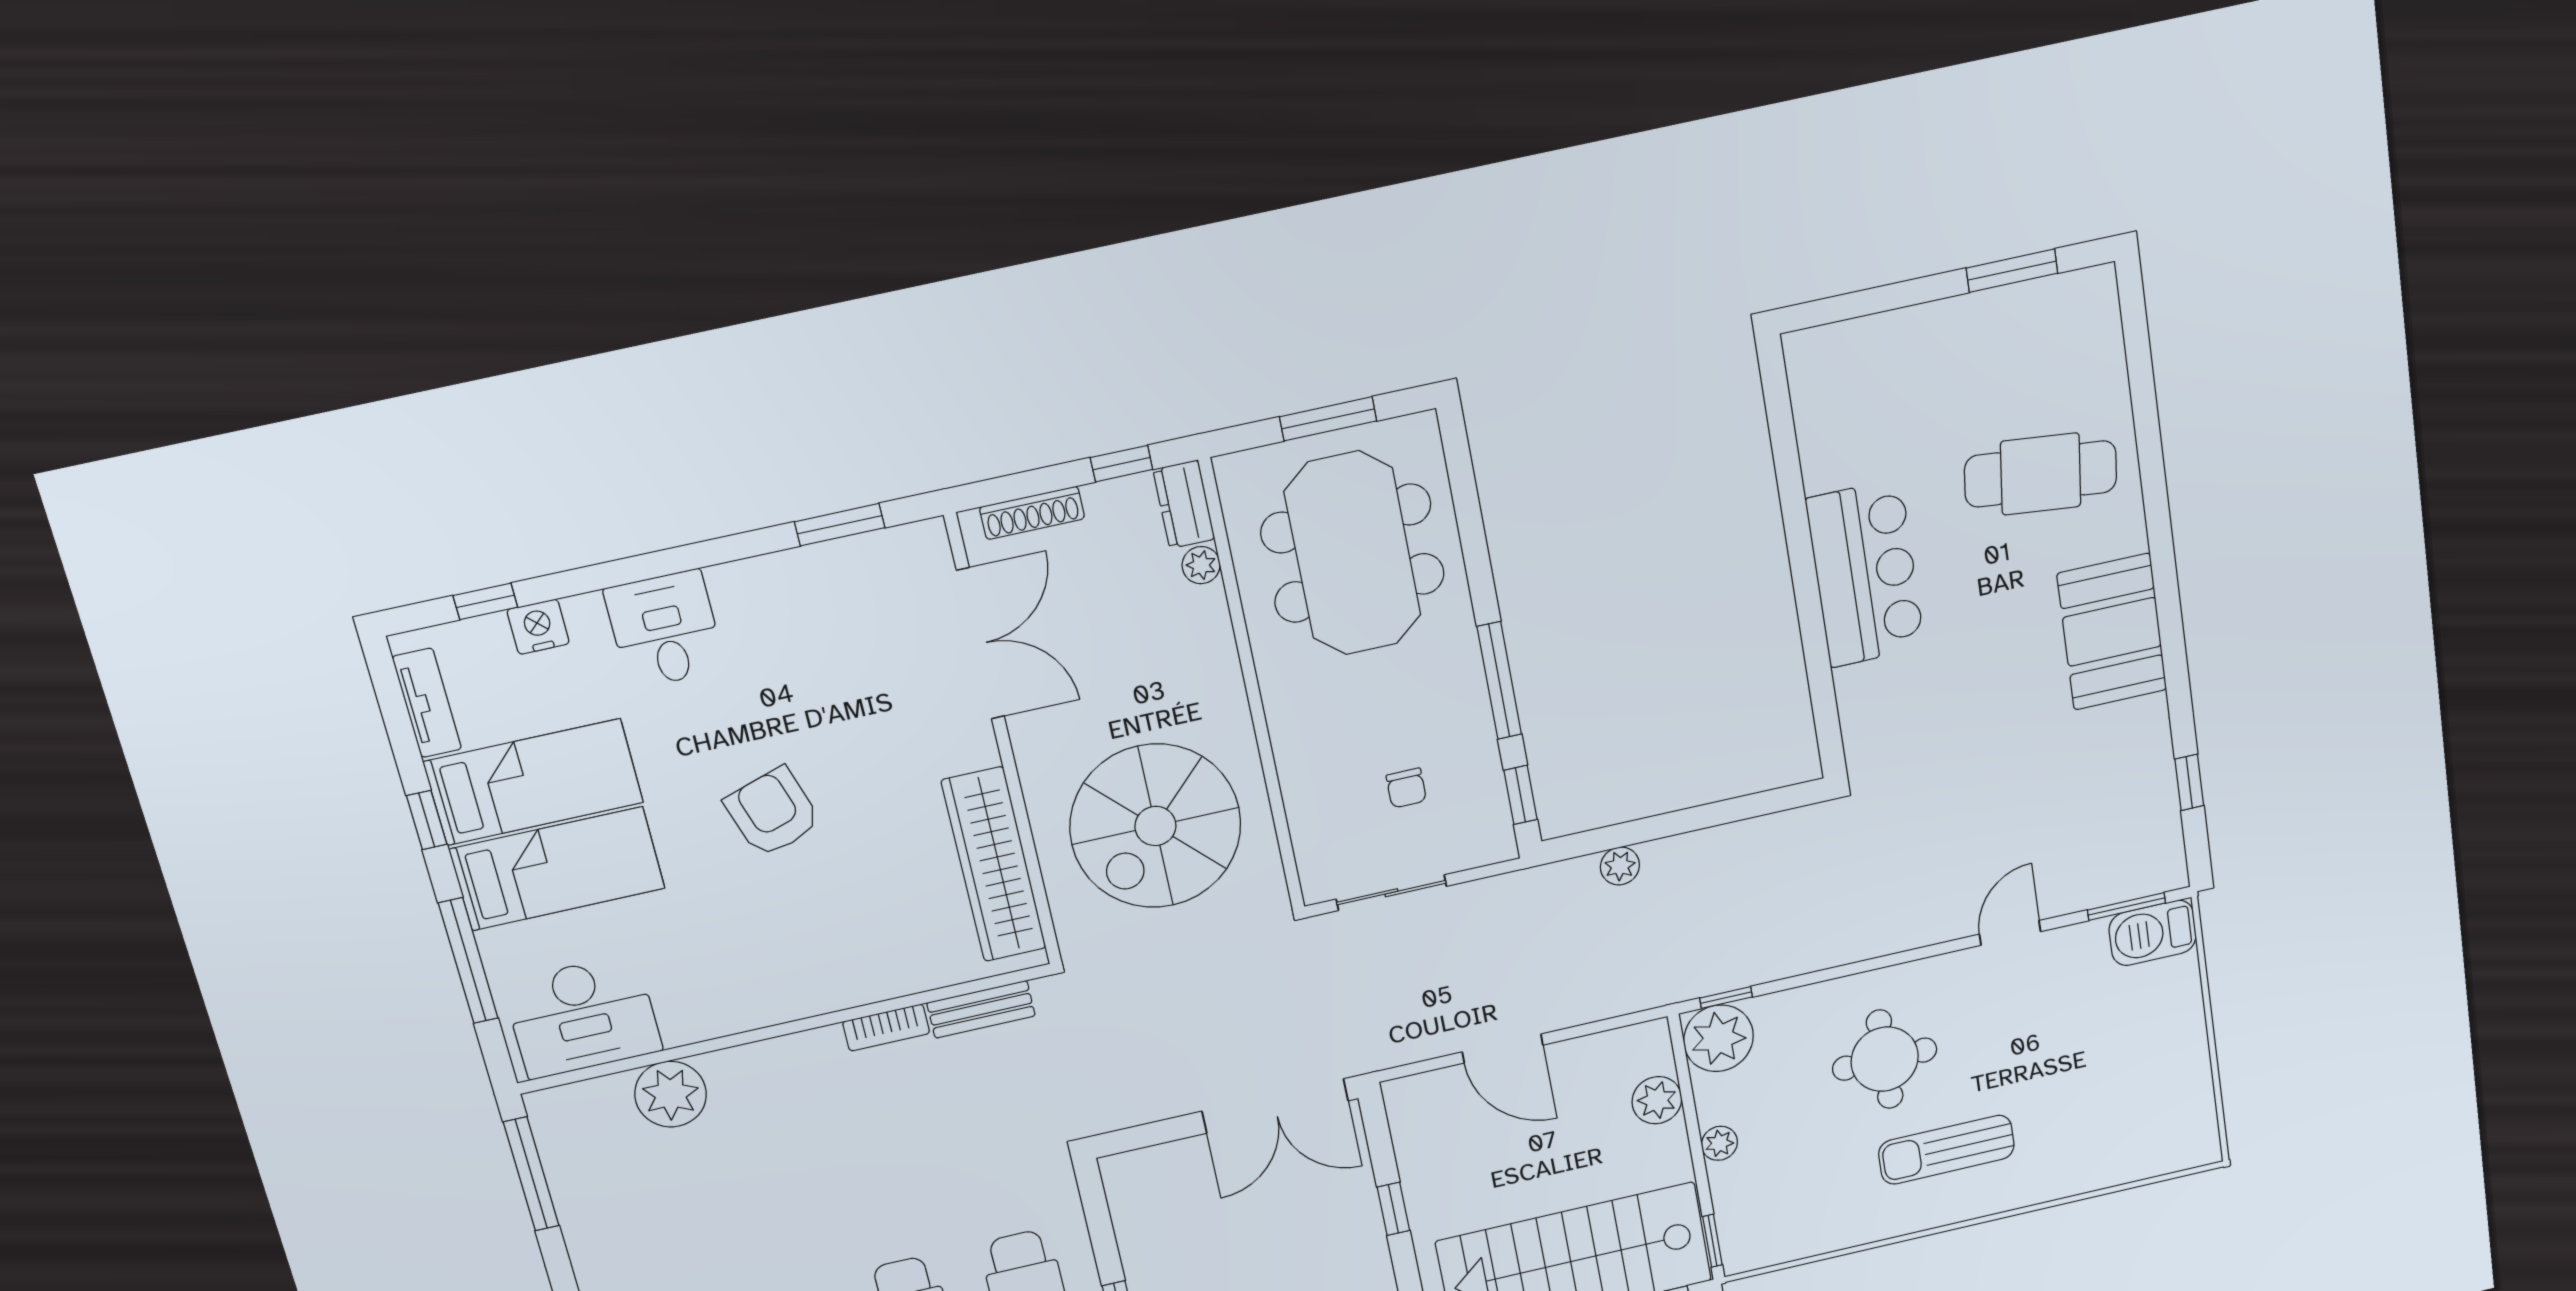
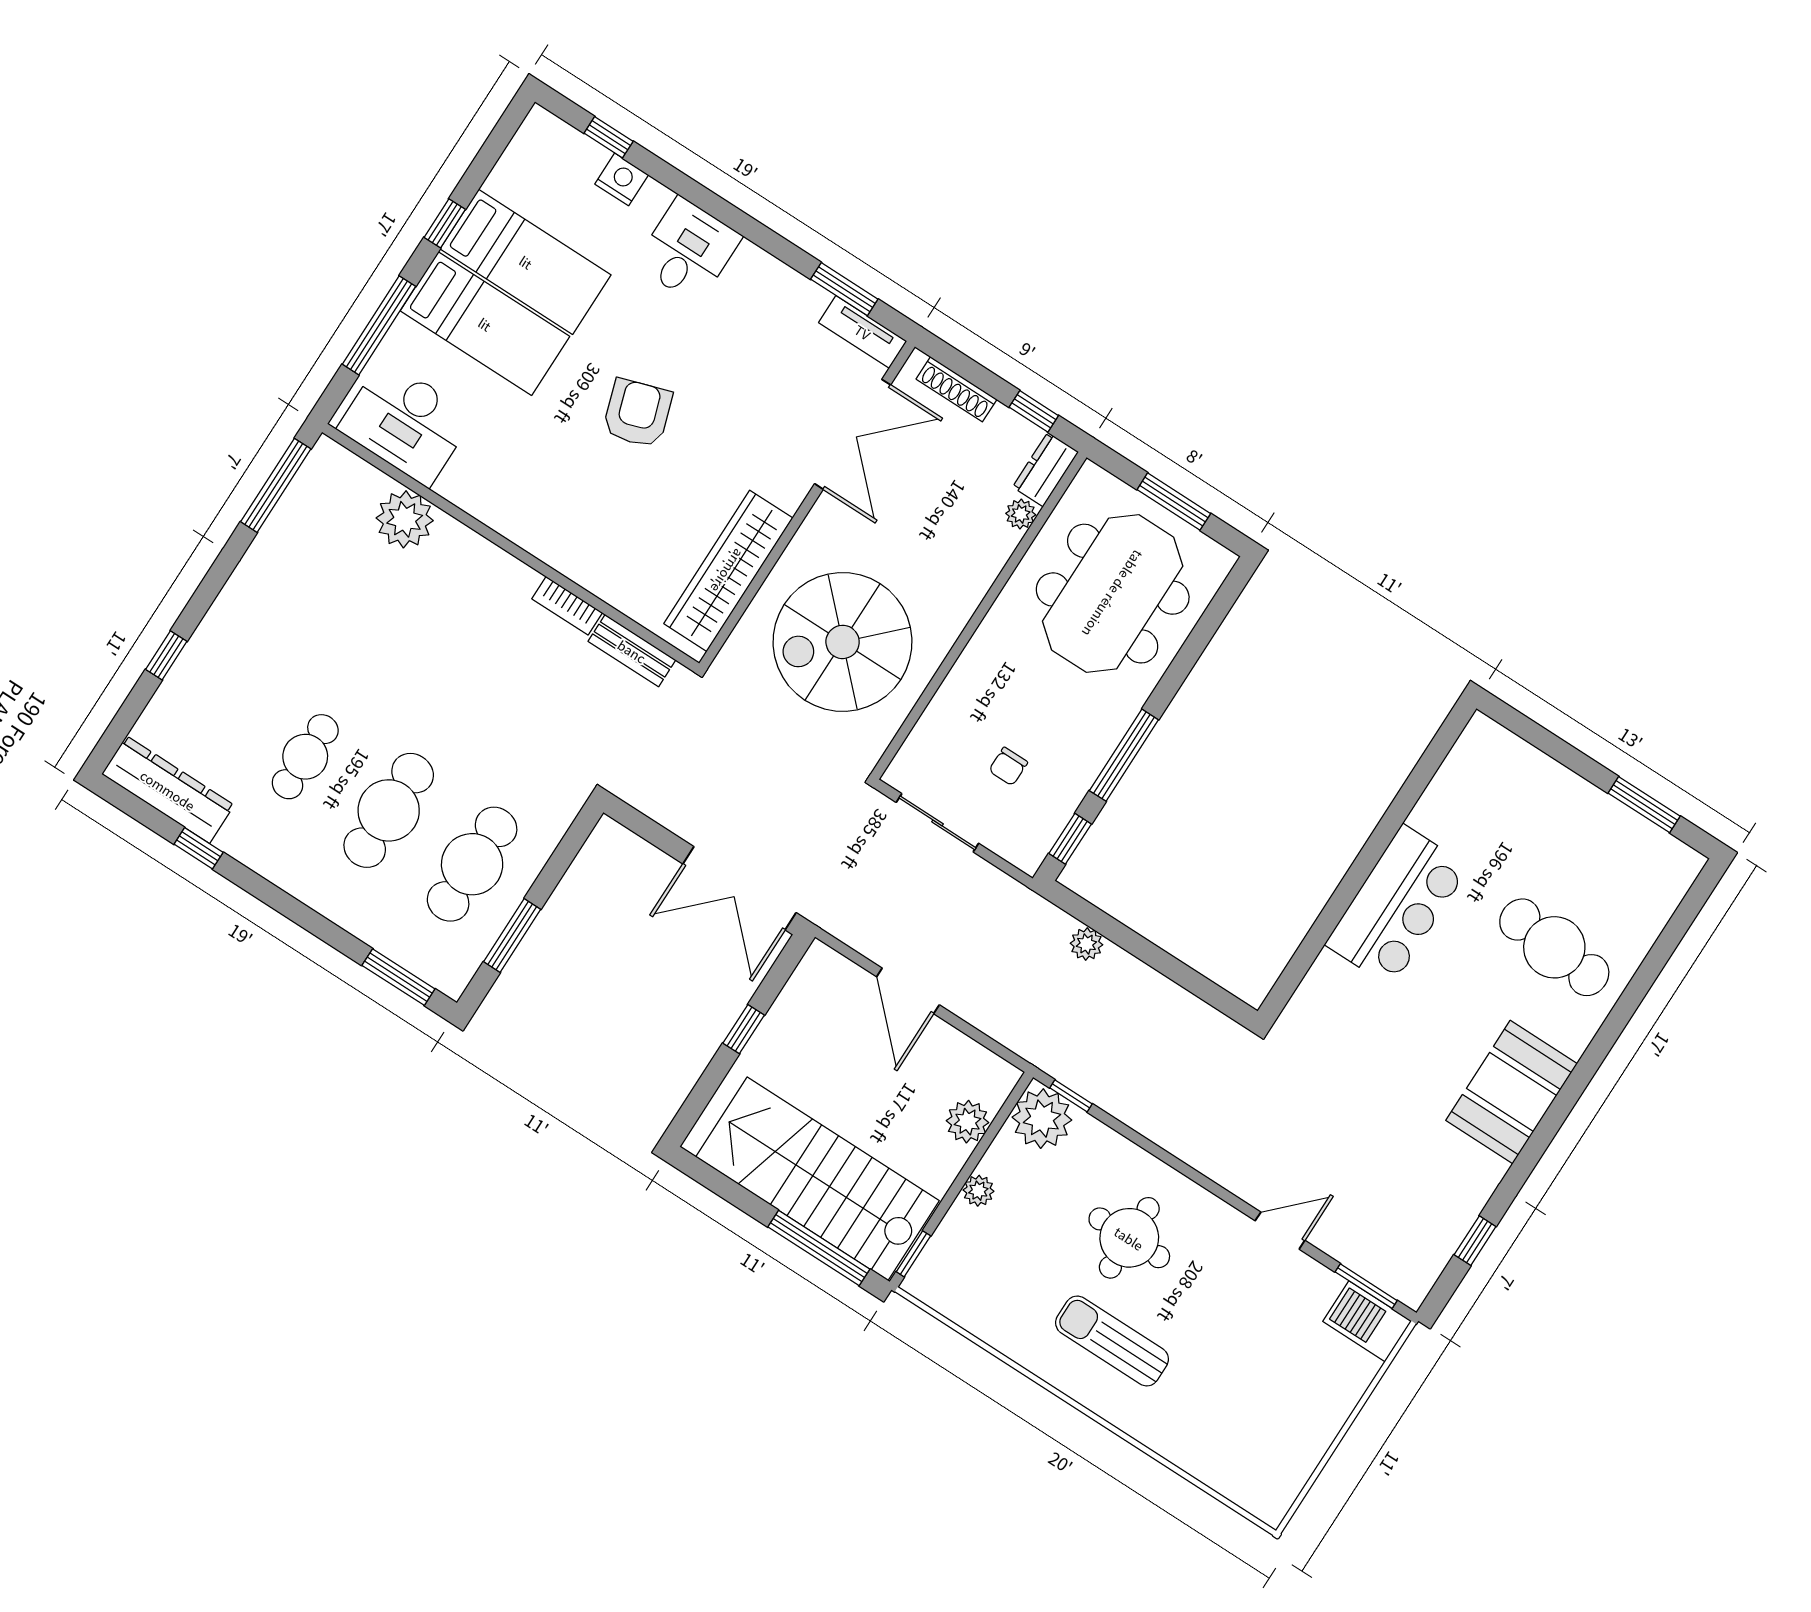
tv unit: (427, 703) -> (863, 332), moved, turned 90

